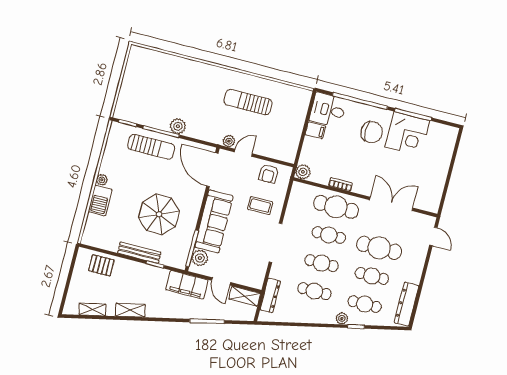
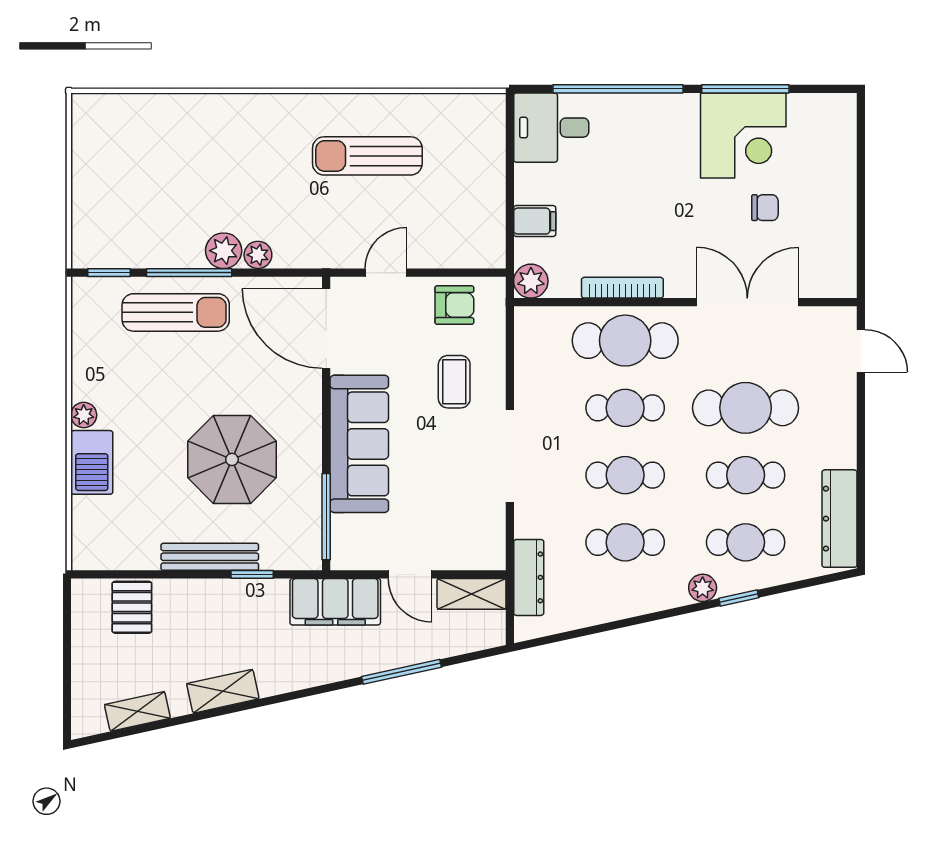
filing cabinet: (315, 130) -> (535, 221), moved
chair: (372, 132) -> (765, 208), moved, width x0.54, depth x0.54
plant: (229, 141) -> (258, 255), moved
armchair: (268, 174) -> (454, 305), turned -90
bookcase: (341, 184) -> (622, 288), width x1.56
coffee table: (260, 206) -> (454, 382), turned 90
plant: (200, 258) -> (349, 534), removed
pallet: (101, 265) -> (132, 607), turned 90

